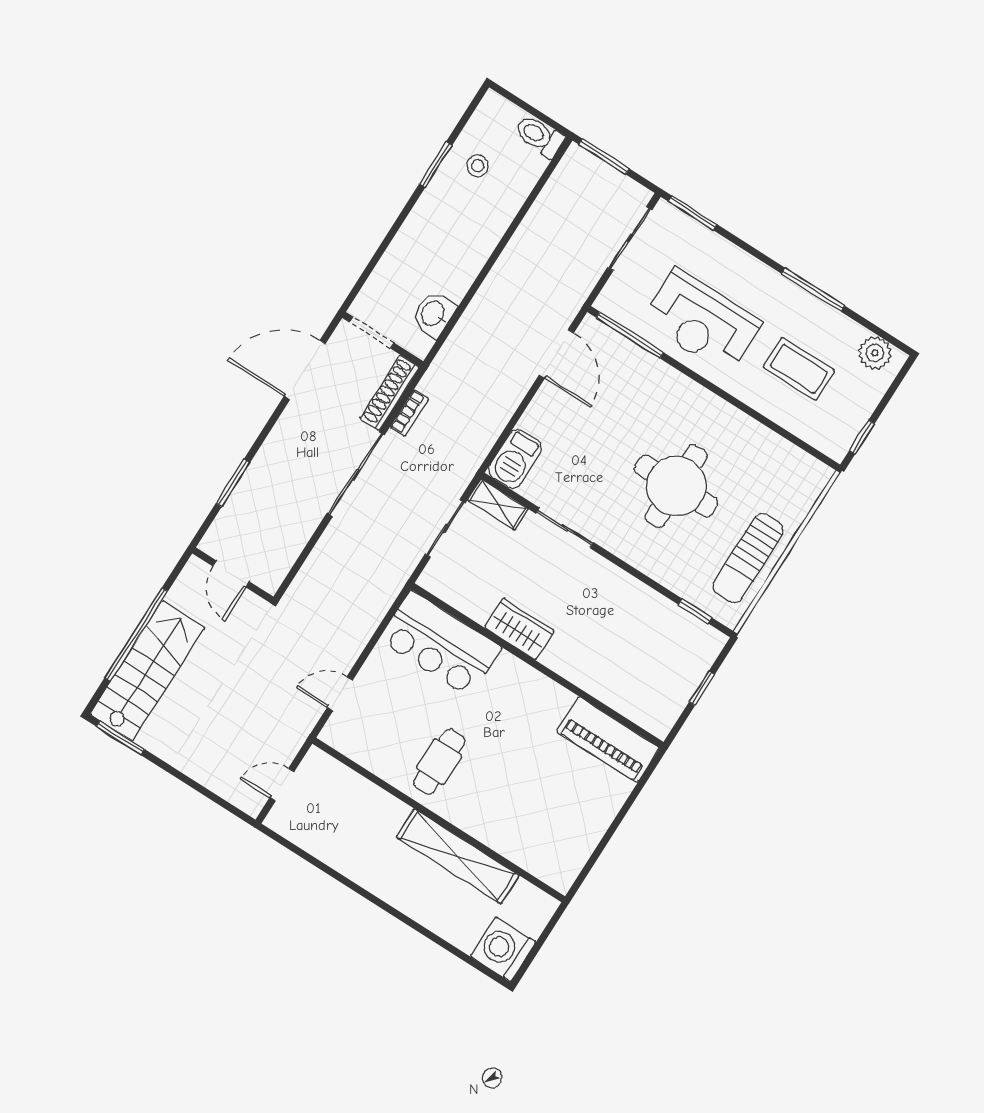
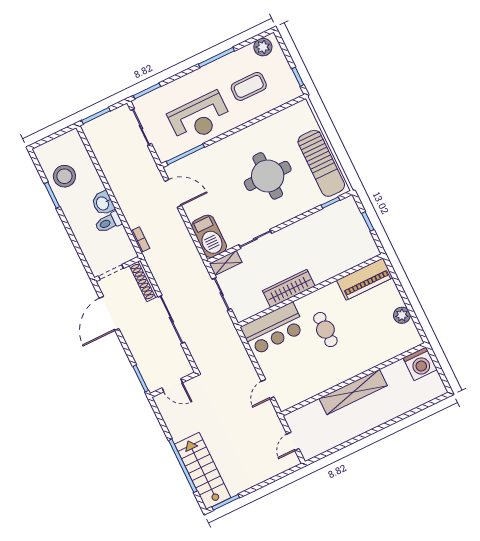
toilet: (539, 136) -> (108, 222), moved
stool: (478, 166) -> (64, 176), width x1.89, depth x1.89
washbasin: (434, 314) -> (103, 203), moved
bookcase: (409, 413) -> (140, 240), moved
barbecue: (515, 459) -> (209, 236), width x1.37, depth x1.21
sun lounger: (748, 558) -> (321, 163), width x1.36, depth x1.34
door: (231, 574) -> (172, 385), moved
wall: (233, 575) -> (173, 385), moved
wardrobe: (519, 629) -> (289, 288), width x1.50
cafe table: (439, 762) -> (325, 330), moved
plant: (587, 834) -> (402, 315), added
shelving: (458, 856) -> (353, 392), moved
washing machine: (503, 949) -> (420, 364), moved, turned -90

